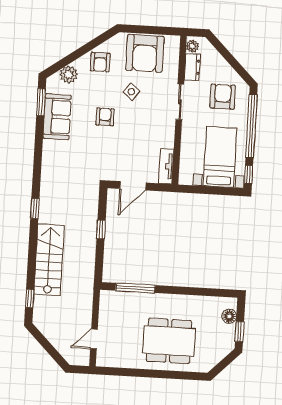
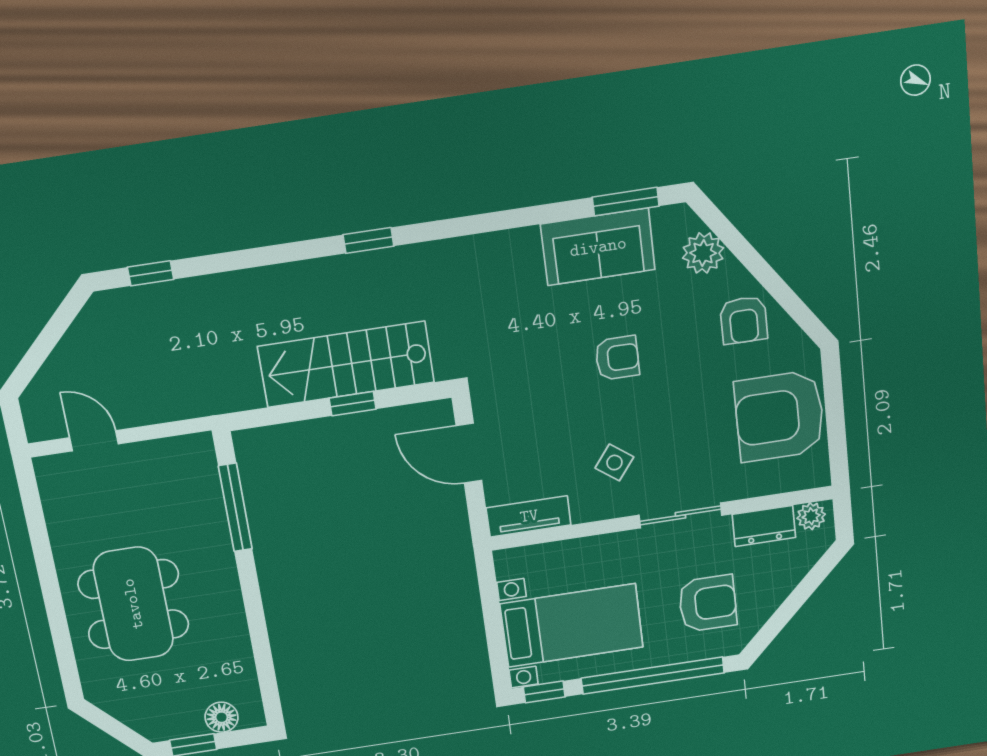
armchair: (100, 62) -> (744, 320), turned -90
side table: (131, 92) -> (614, 463), moved
stairs: (49, 260) -> (346, 364), moved, turned 180

